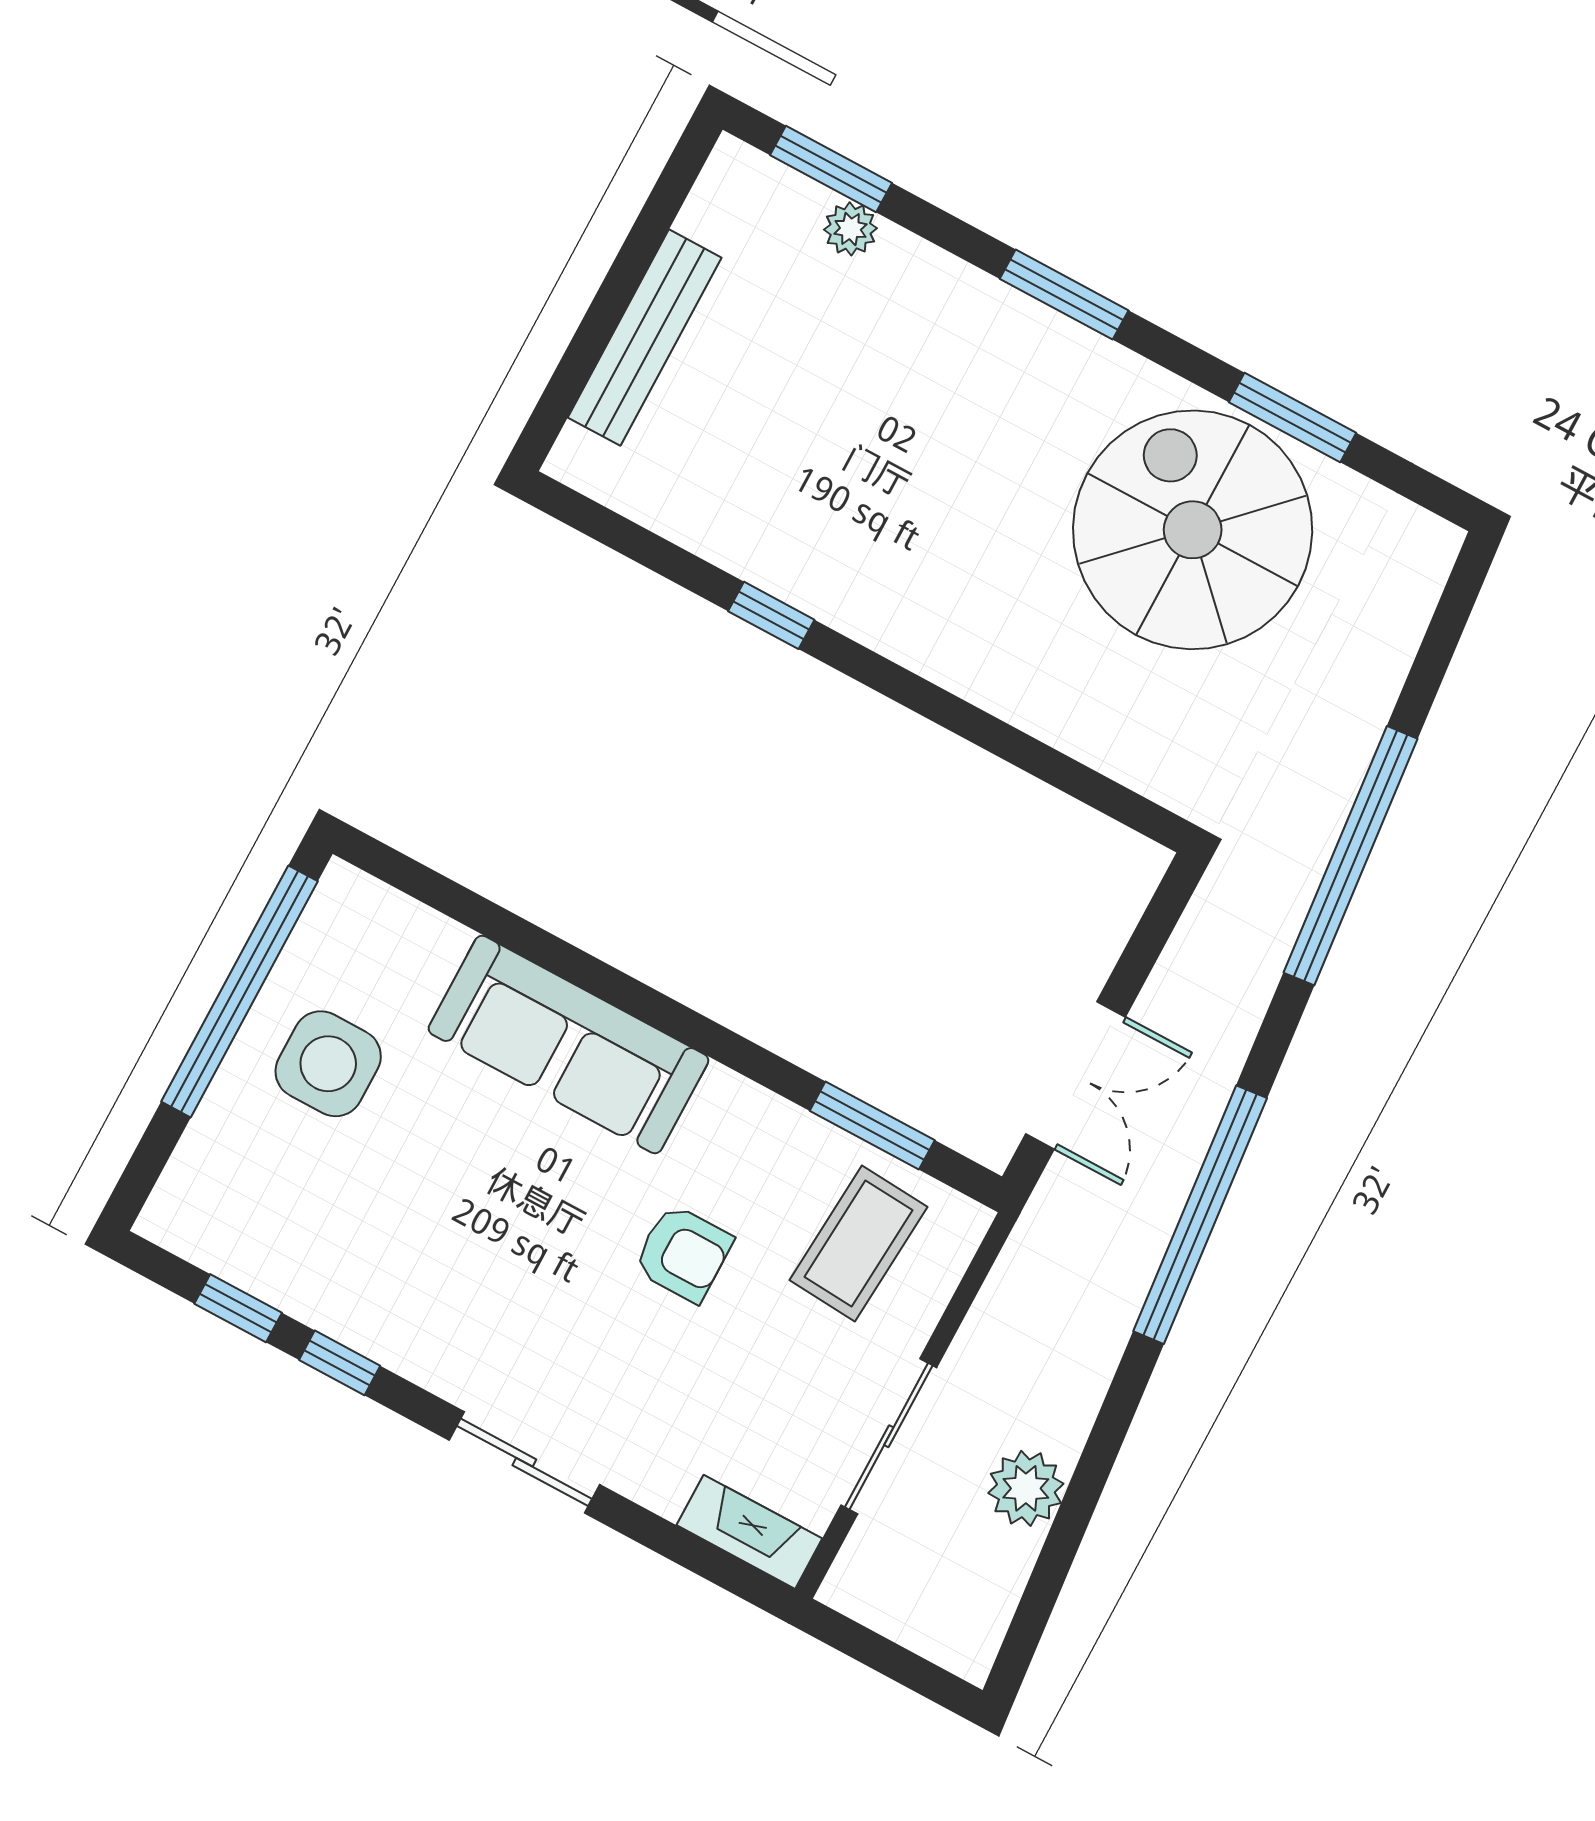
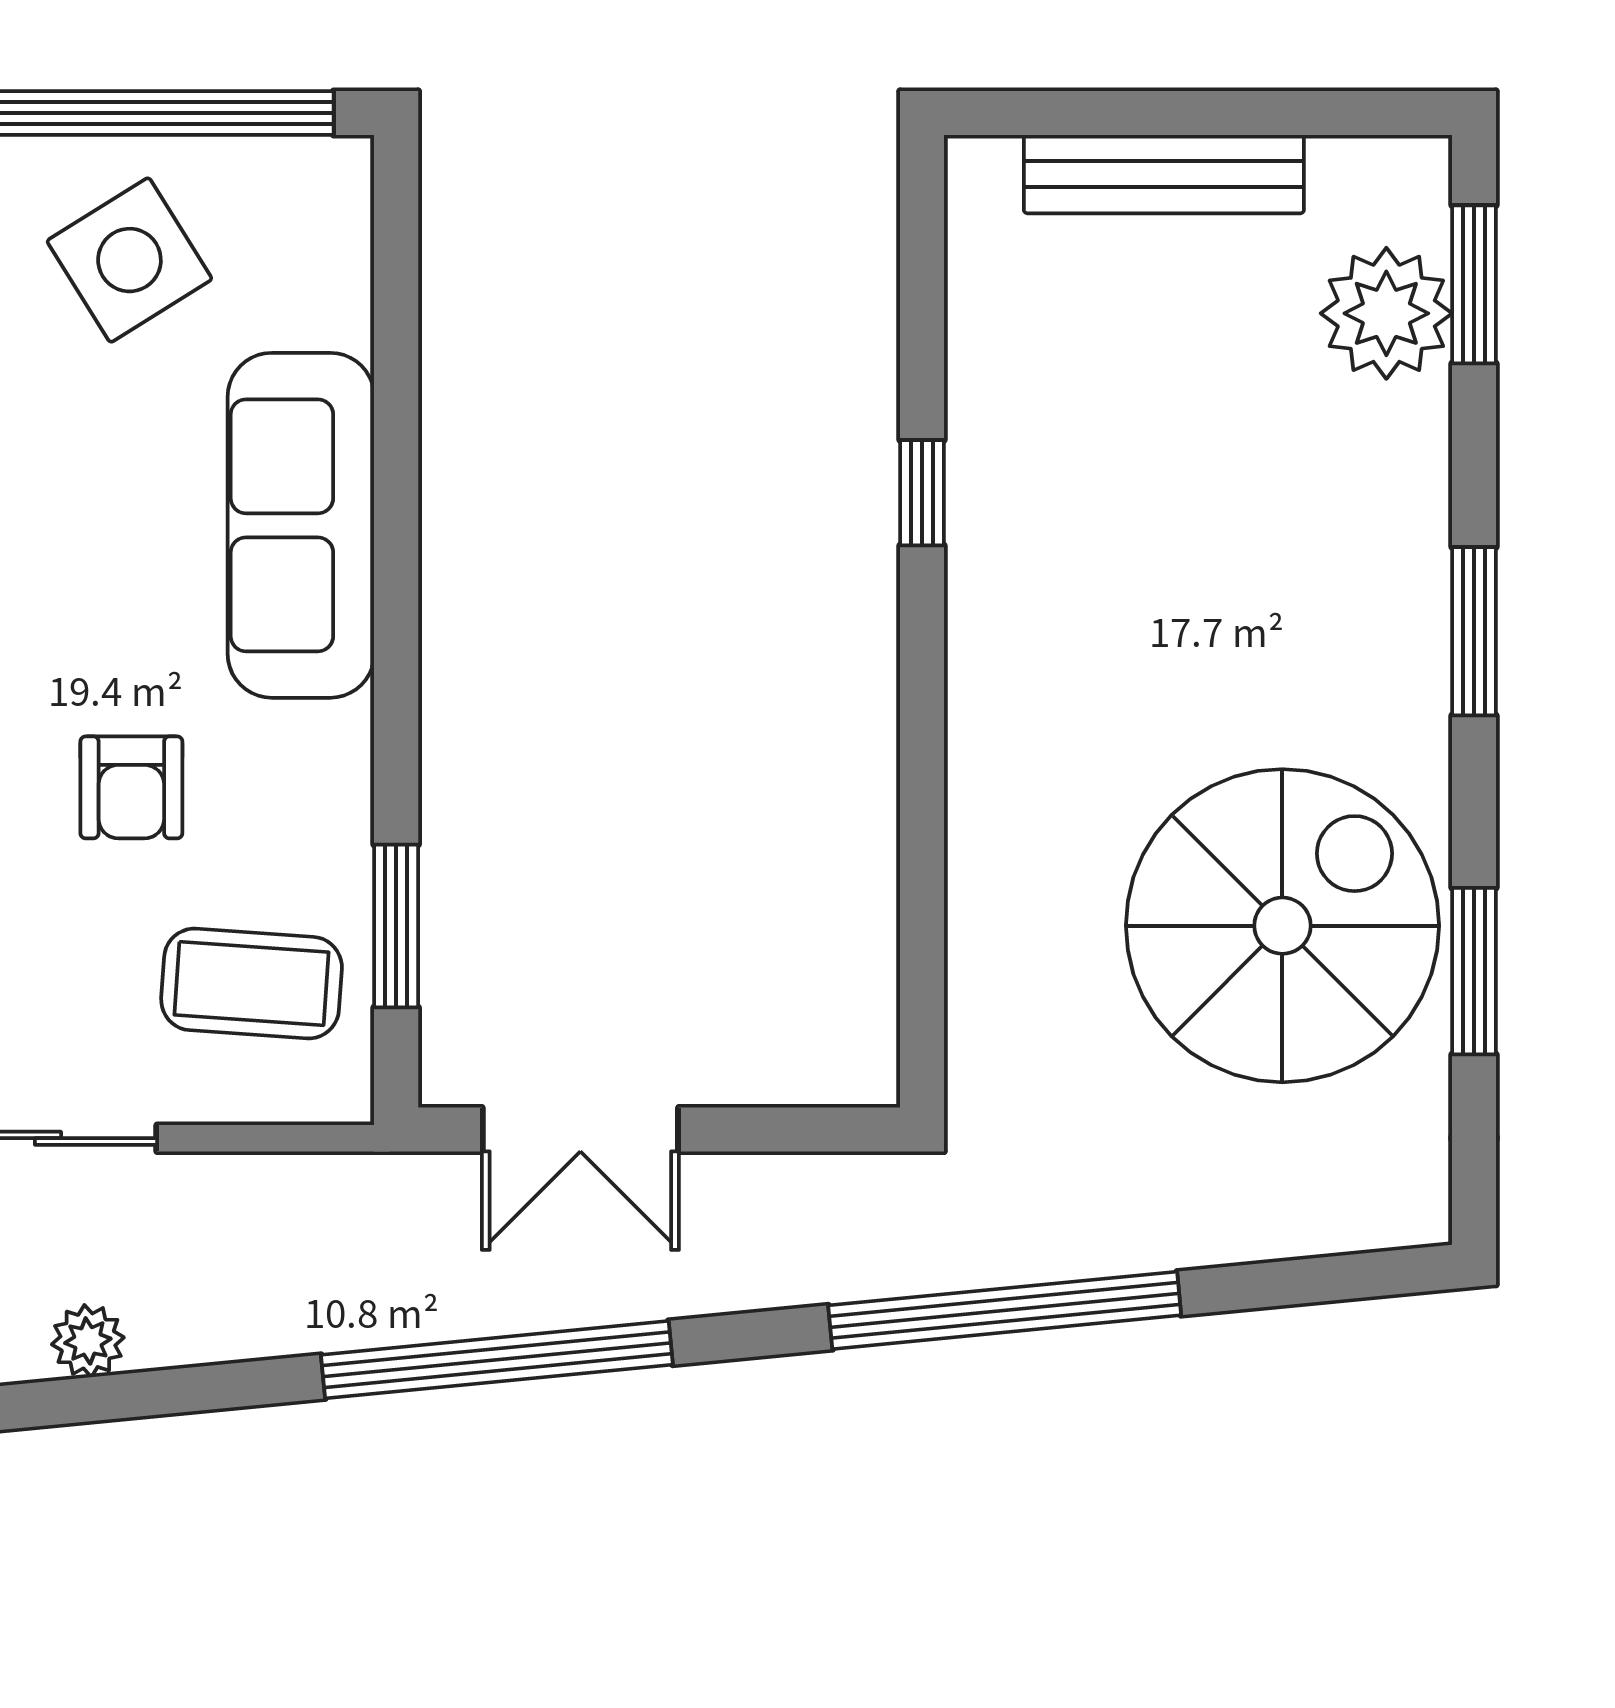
plant: (850, 229) -> (1386, 313), width x1.87, depth x1.87
side table: (328, 1064) -> (129, 260), turned -32
plant: (1026, 1488) -> (88, 1341), width x0.73, depth x0.73

